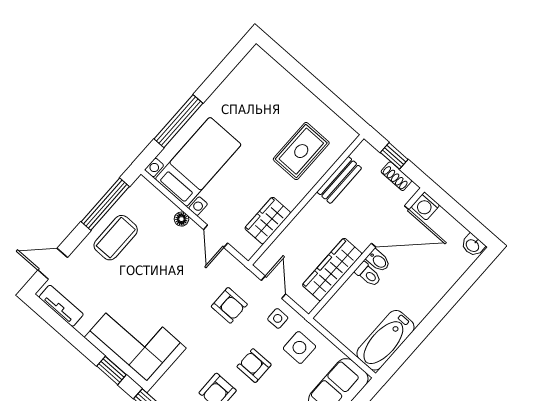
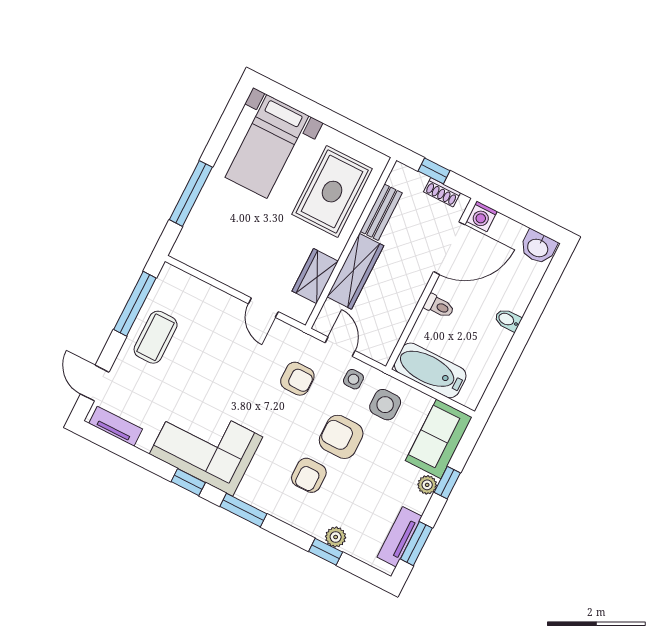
rug: (301, 151) -> (332, 192), width x1.36, depth x1.43
bed with nightstands: (198, 162) -> (267, 147), moved, turned 180
floor lamp: (181, 219) -> (221, 299), removed
washbasin: (473, 245) -> (538, 247), width x1.38, depth x1.45
bidet: (378, 261) -> (508, 320), moved, turned 180
door: (53, 264) -> (95, 383), hinge flipped
wardrobe: (332, 269) -> (355, 271), moved, turned 180
bathtub: (385, 340) -> (430, 370), moved, turned 90
armchair: (254, 366) -> (341, 437), width x1.38, depth x1.38

